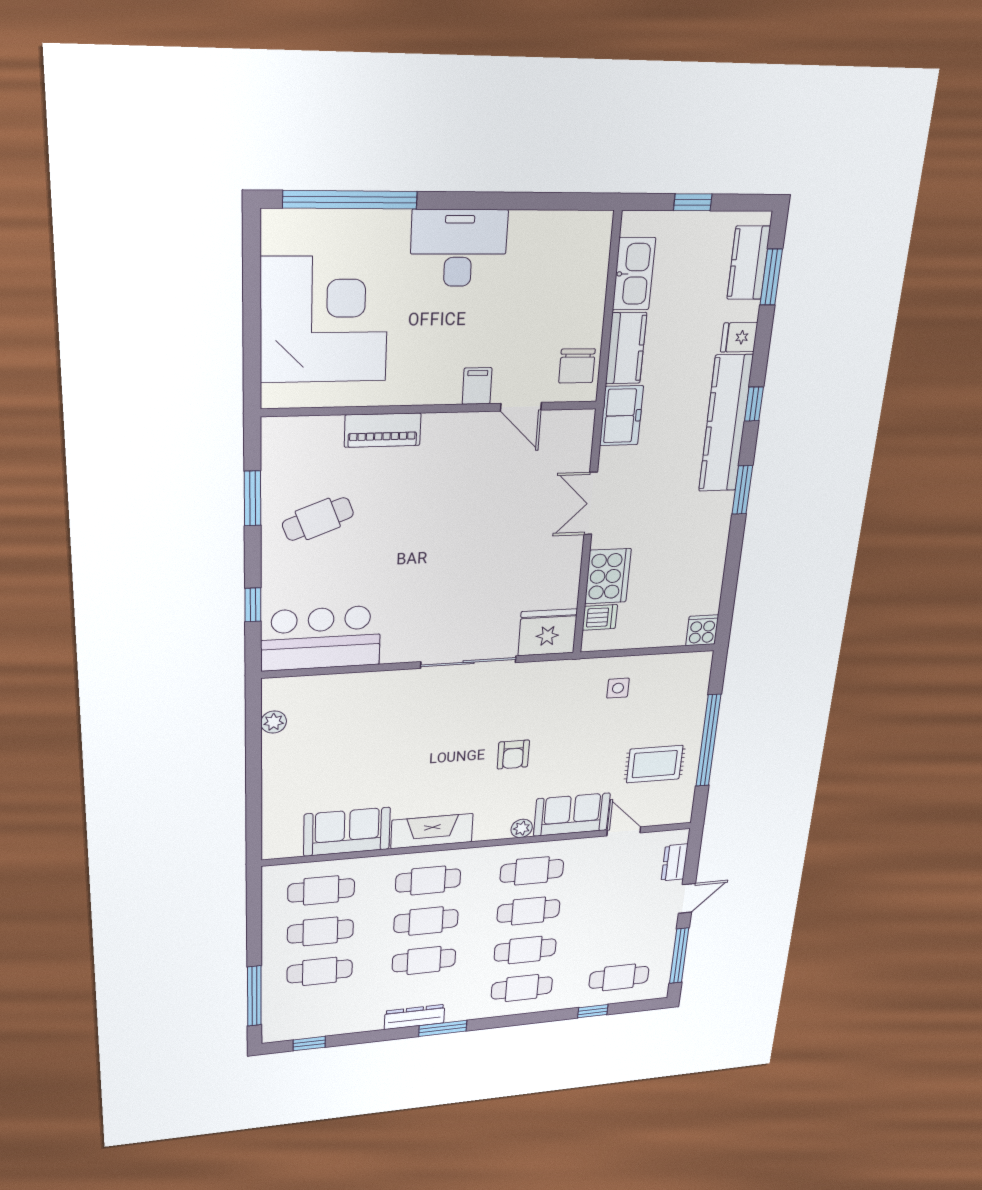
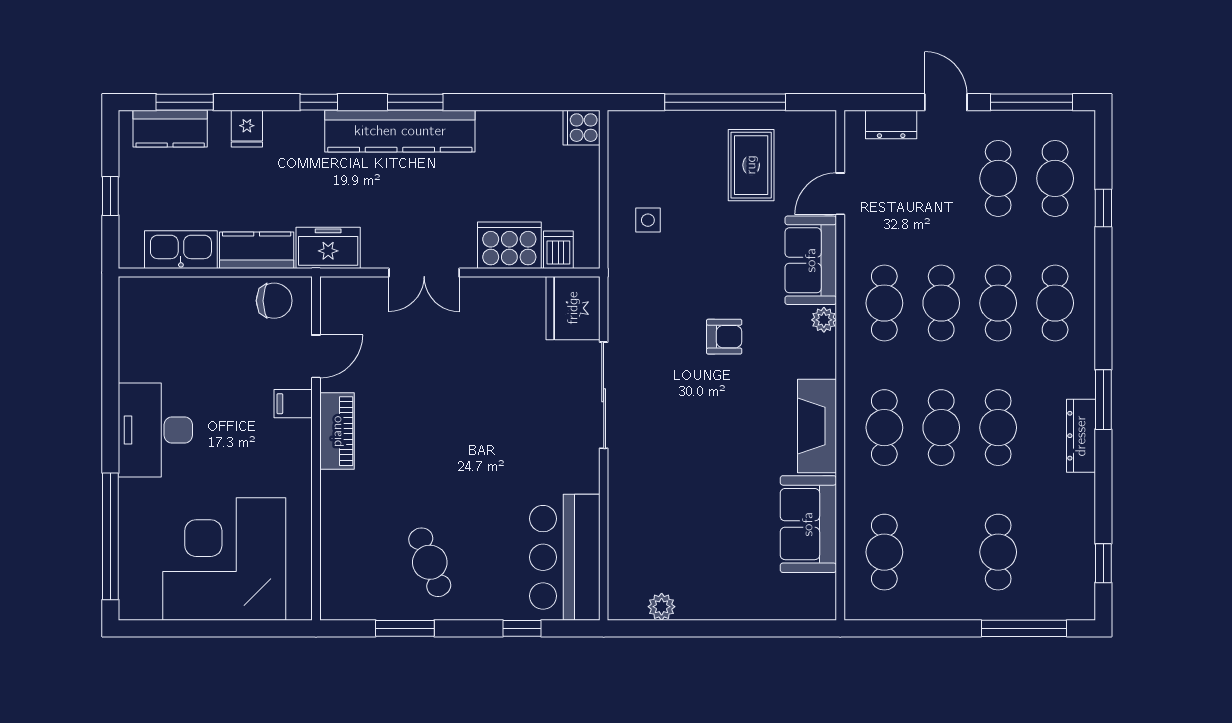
kitchen counter: (726, 424) -> (400, 131), moved
piano: (383, 430) -> (337, 431), moved
cafe table: (320, 931) -> (998, 178), moved

